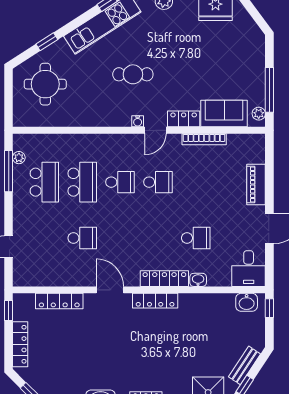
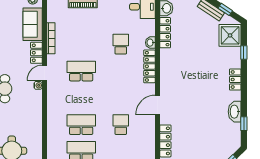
door: (155, 130) -> (44, 73), swing flipped
school desk: (120, 182) -> (81, 98), removed
school desk: (158, 182) -> (81, 71), width x1.85
locker: (155, 301) -> (165, 33), moved

